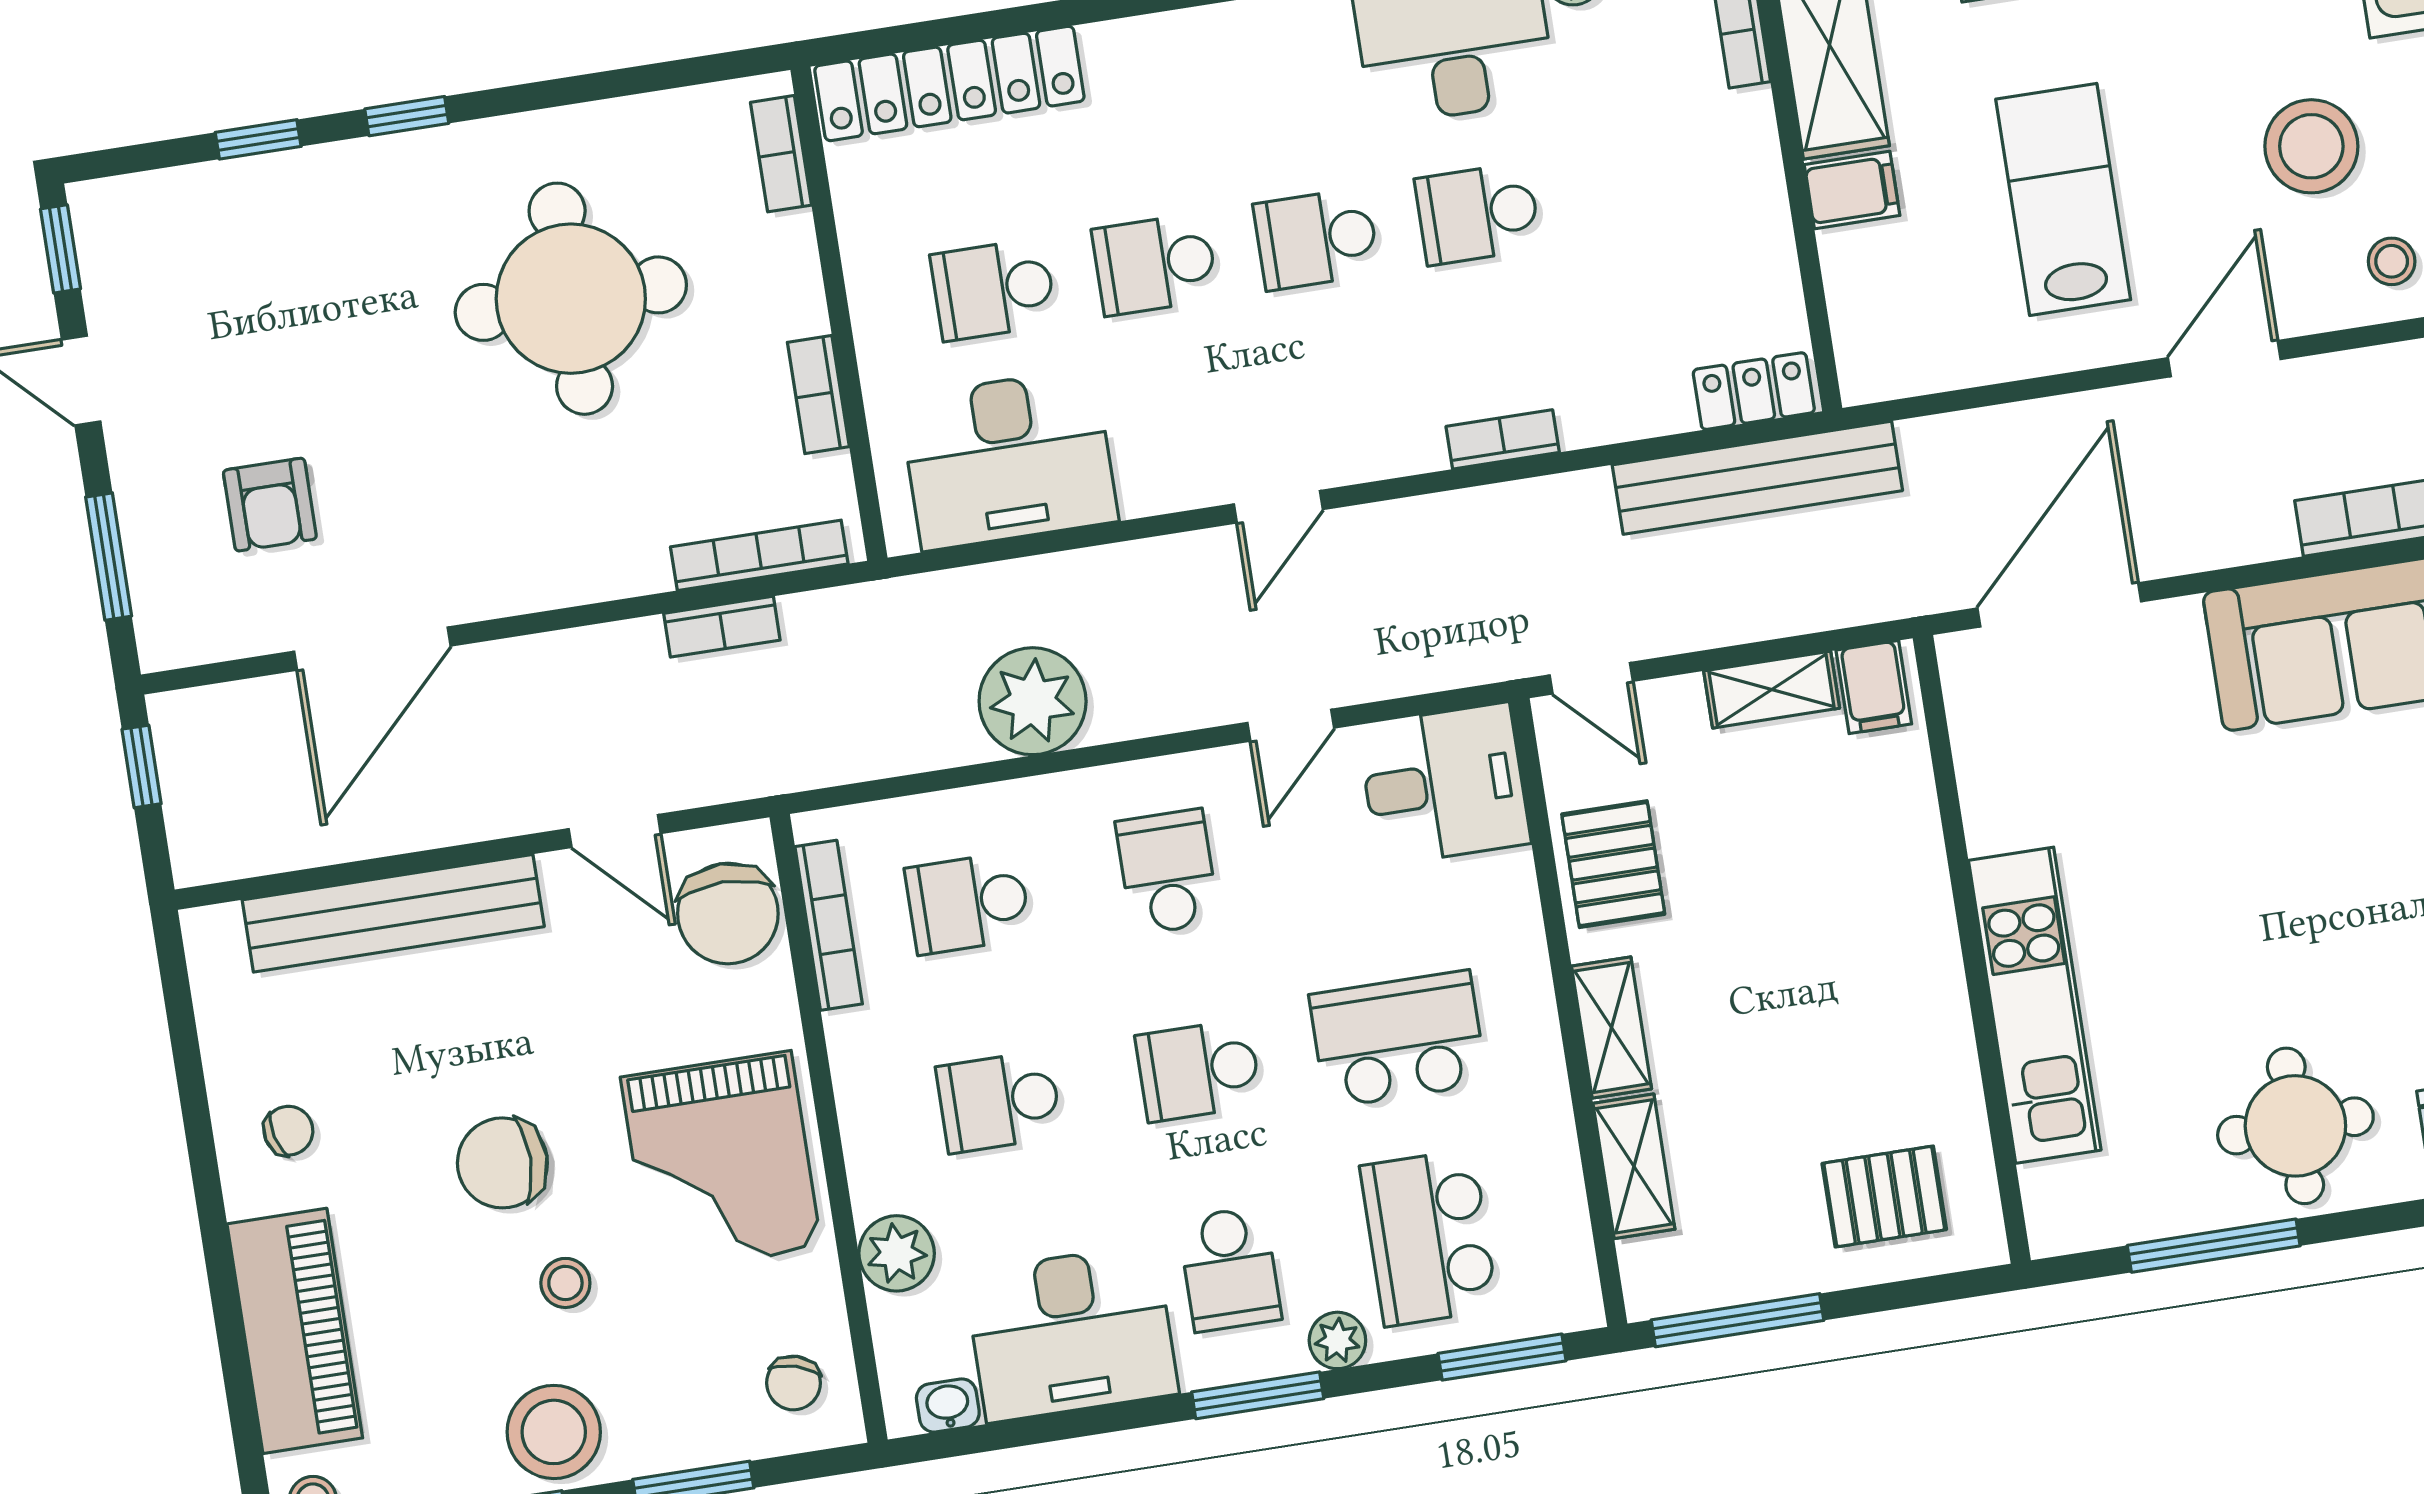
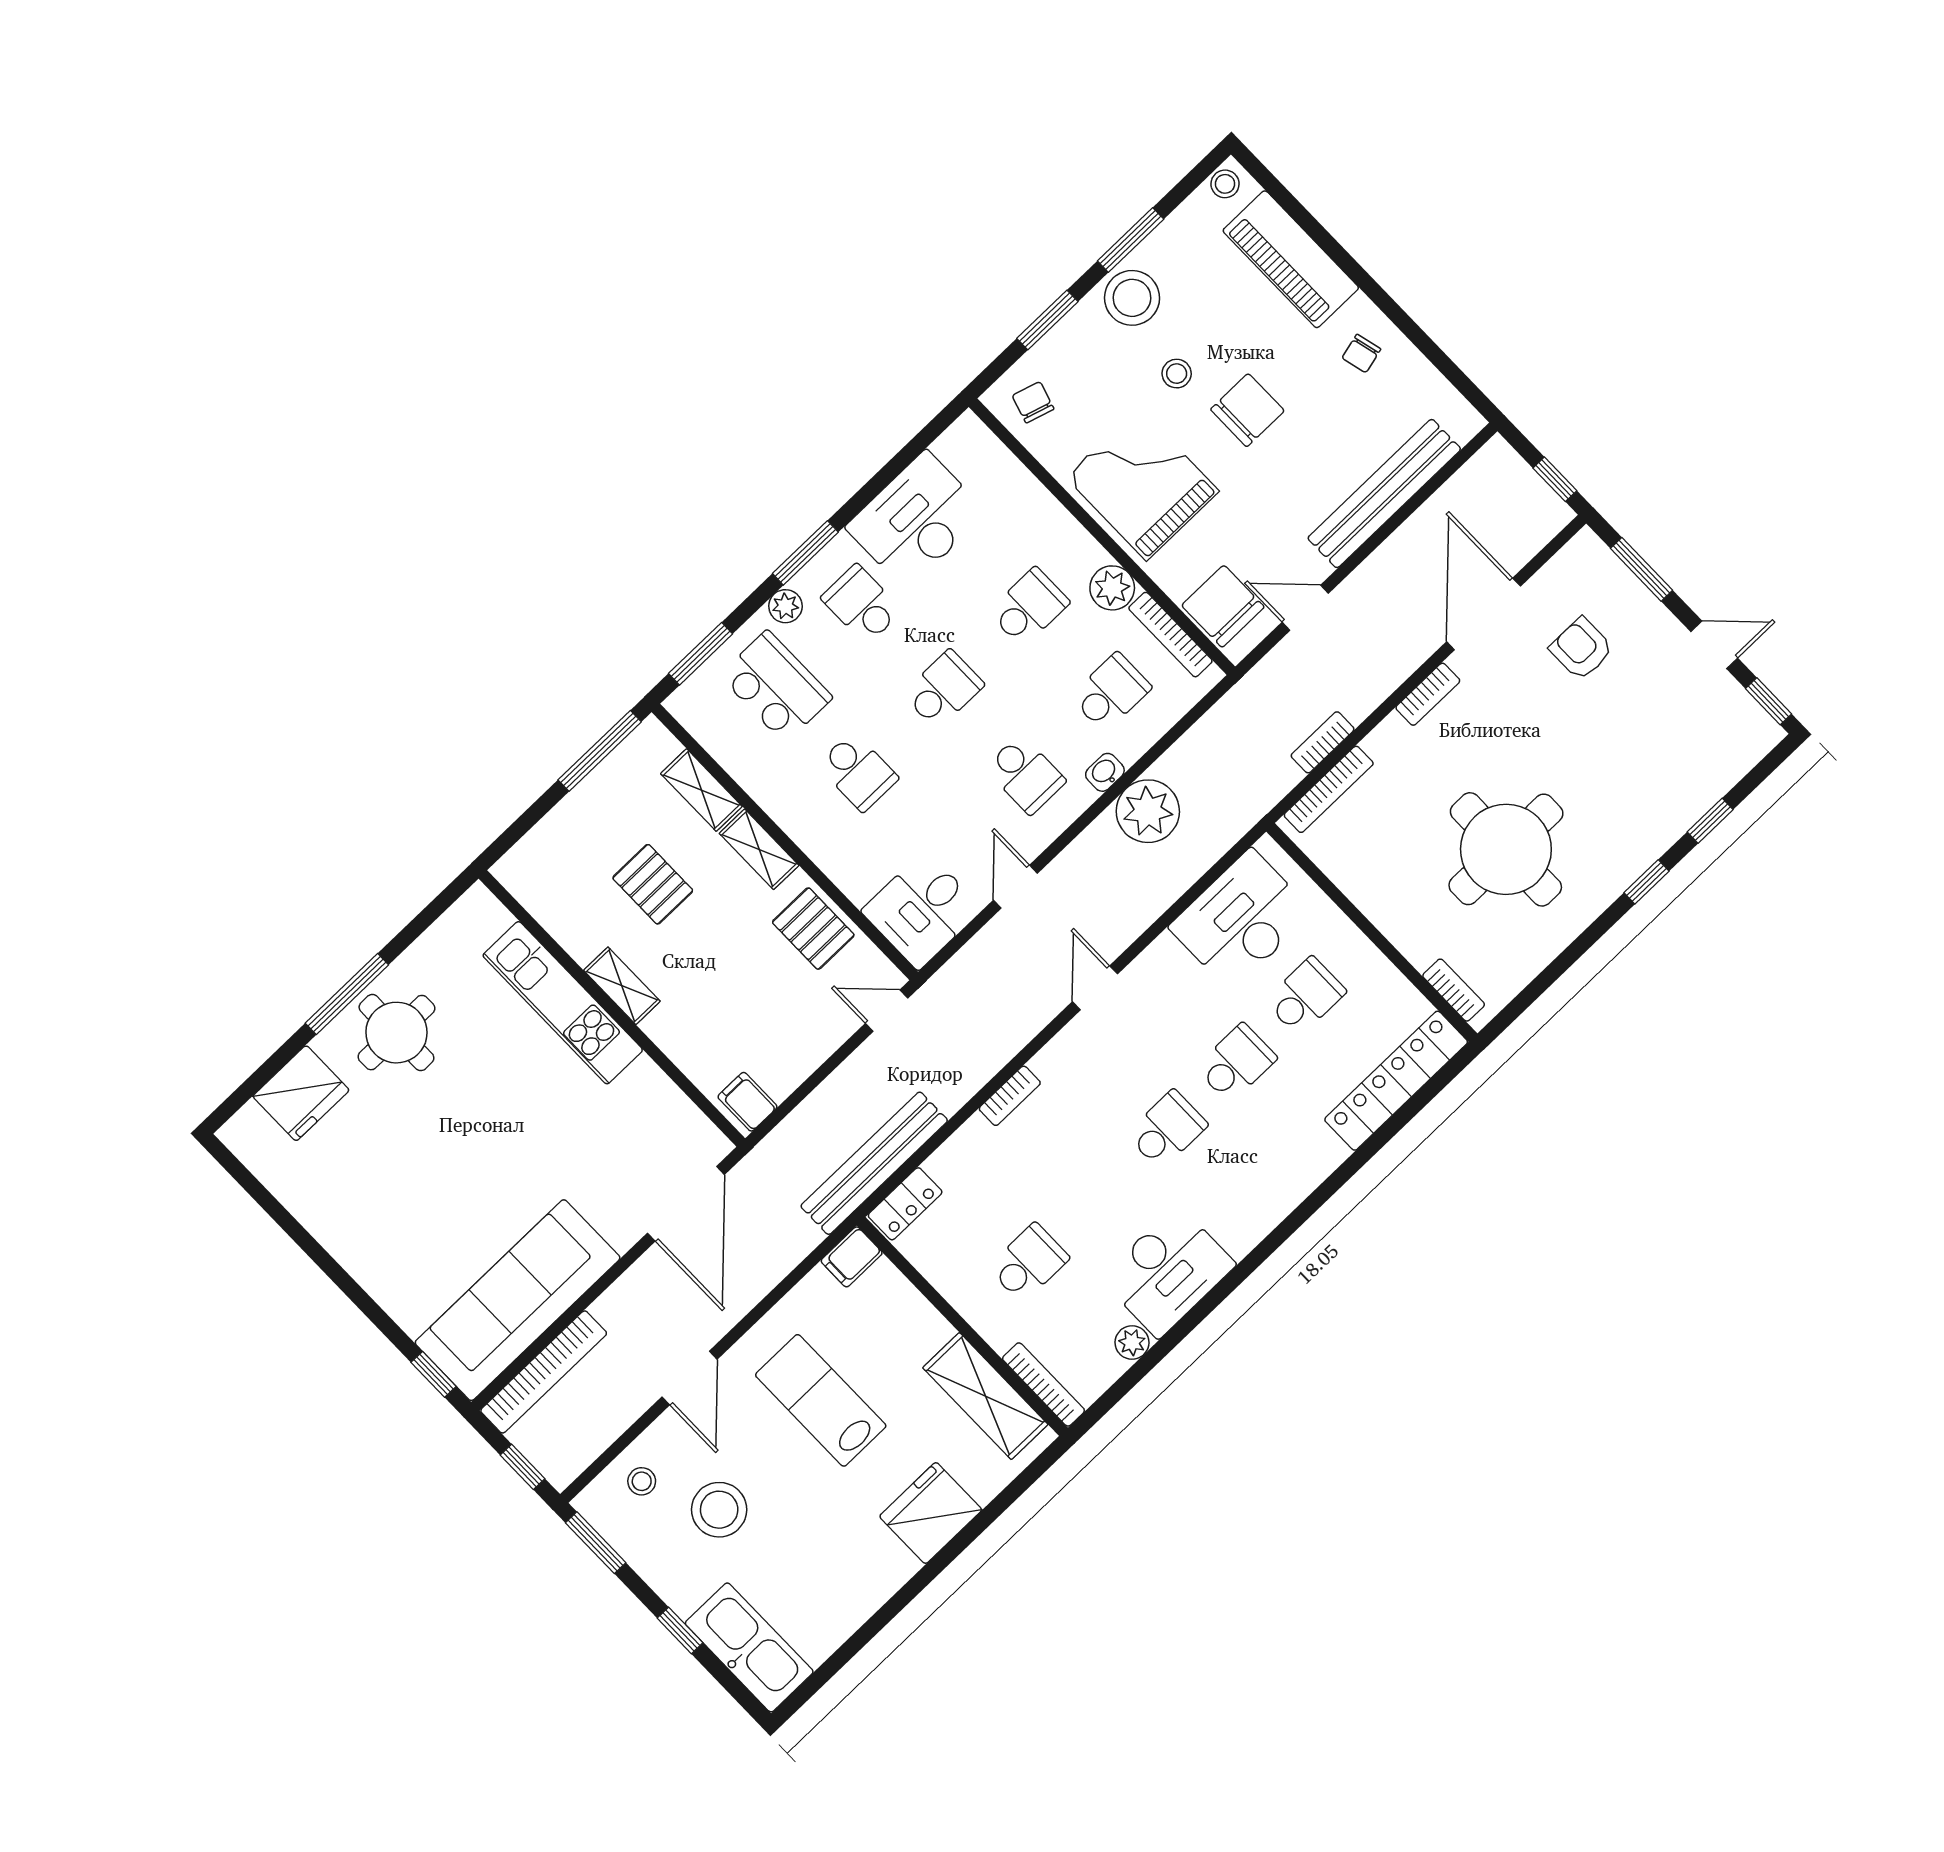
filing cabinet: (1852, 190) -> (852, 1257), moved
lab bench: (2063, 199) -> (821, 1400), turned 180
school desk: (1478, 214) -> (1029, 1263), moved
bookcase: (818, 395) -> (1428, 694), moved, turned 90
shelving: (1772, 690) -> (622, 986), moved, turned 90
school desk: (1398, 1039) -> (858, 772), width x0.54
pallet: (1884, 1197) -> (653, 884), moved, turned 90
window: (2214, 1246) -> (347, 994), moved
plant: (897, 1253) -> (1112, 588), moved
washbasin: (948, 1405) -> (1105, 772), moved, turned 180

